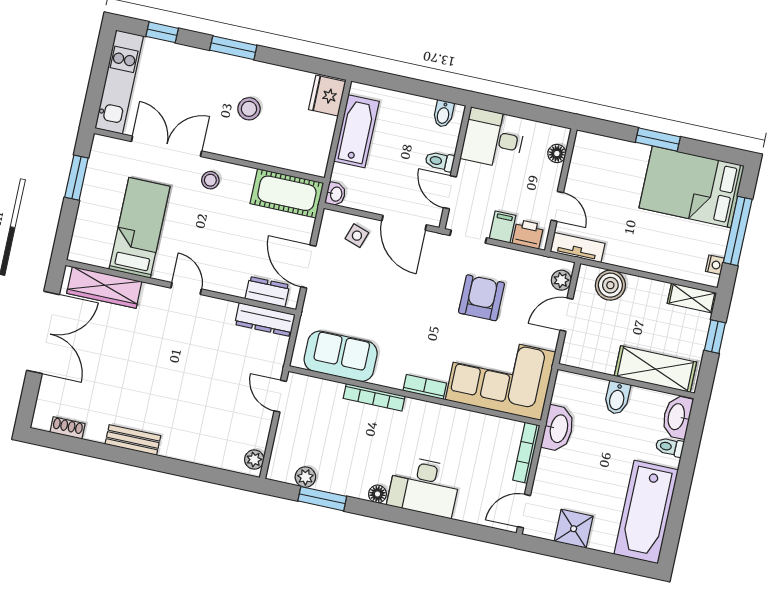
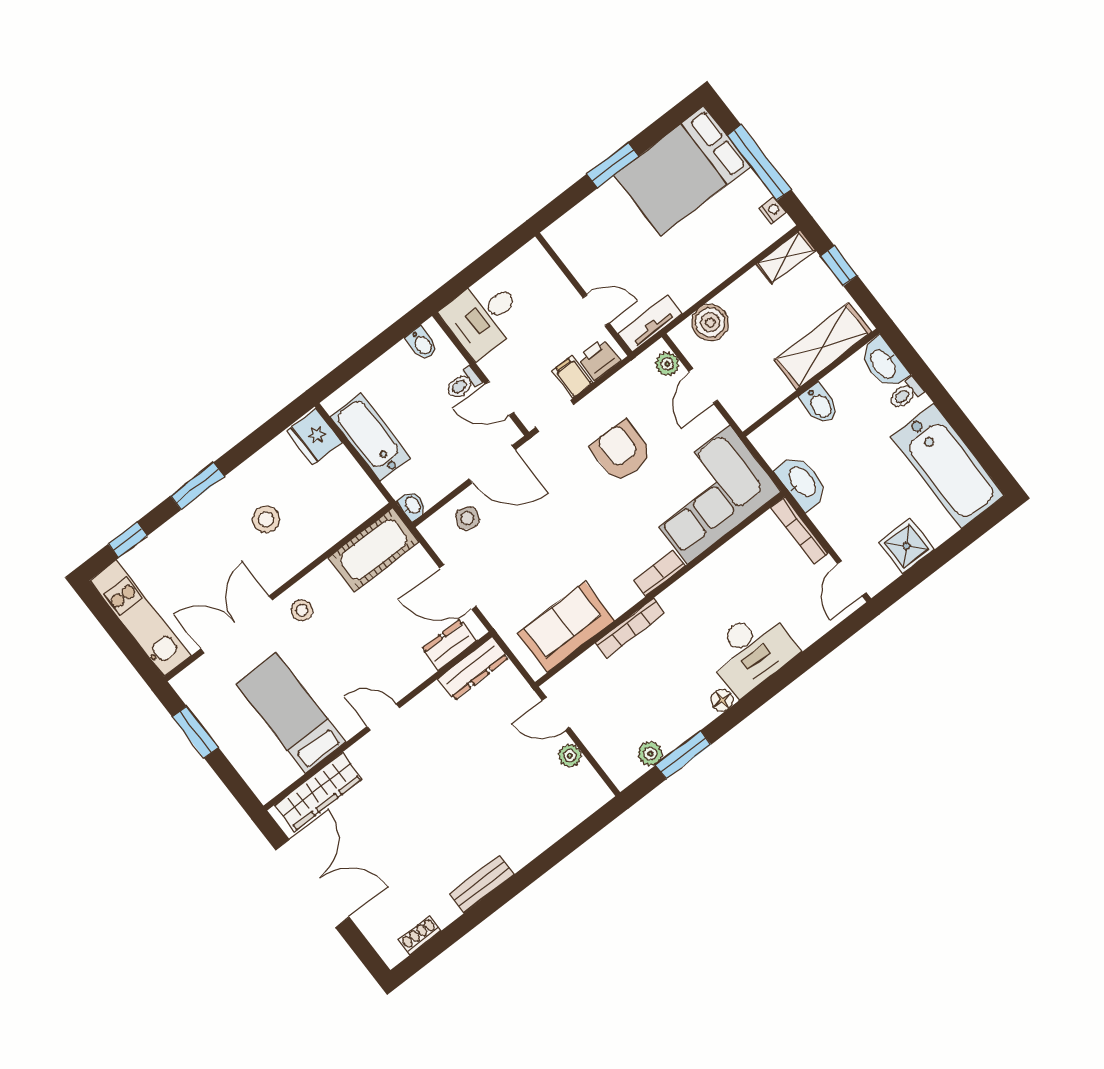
floor lamp: (557, 154) -> (547, 269), removed
plant: (254, 459) -> (570, 756), moved

